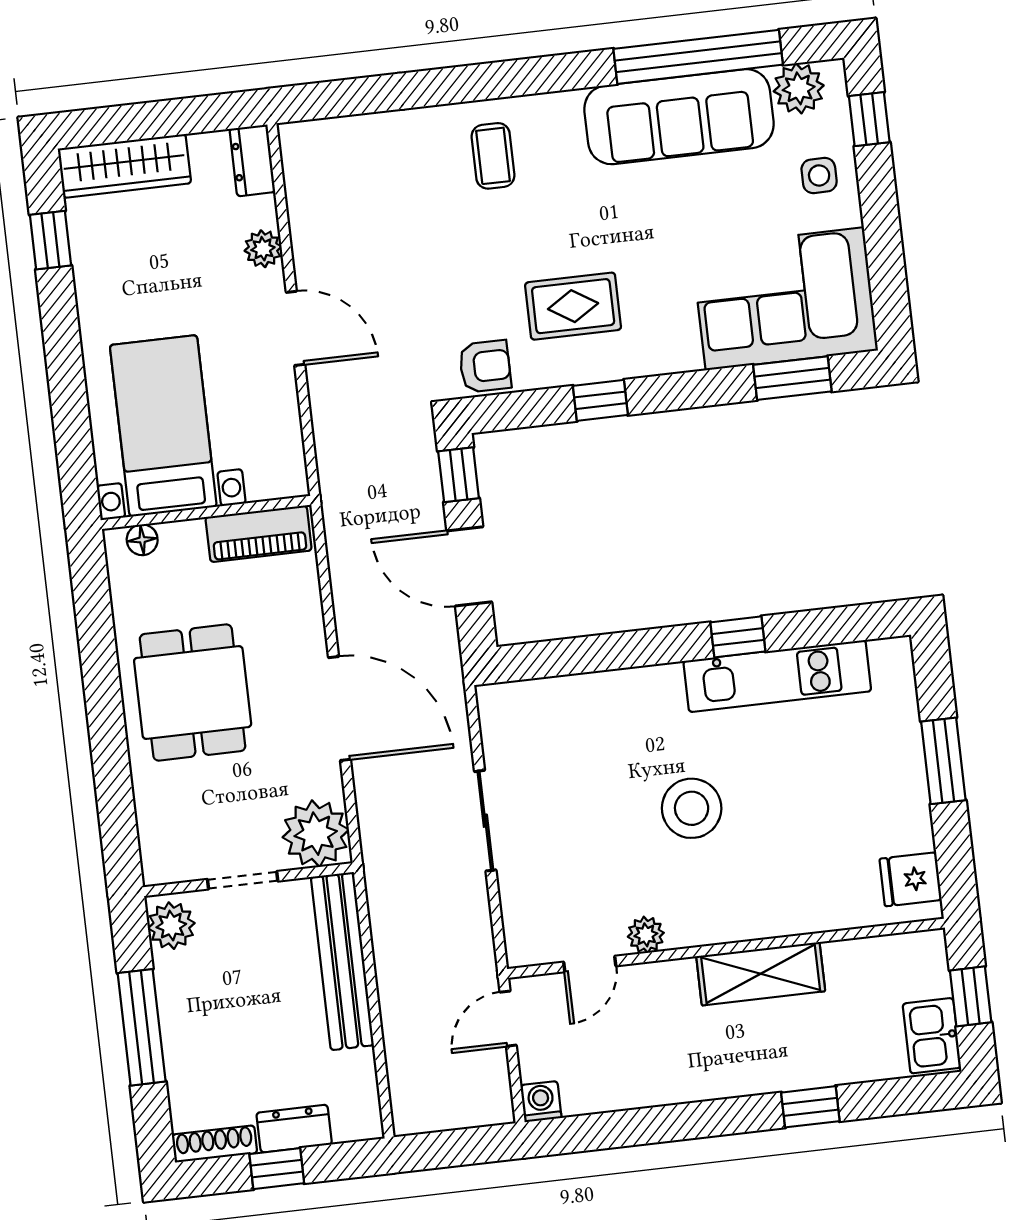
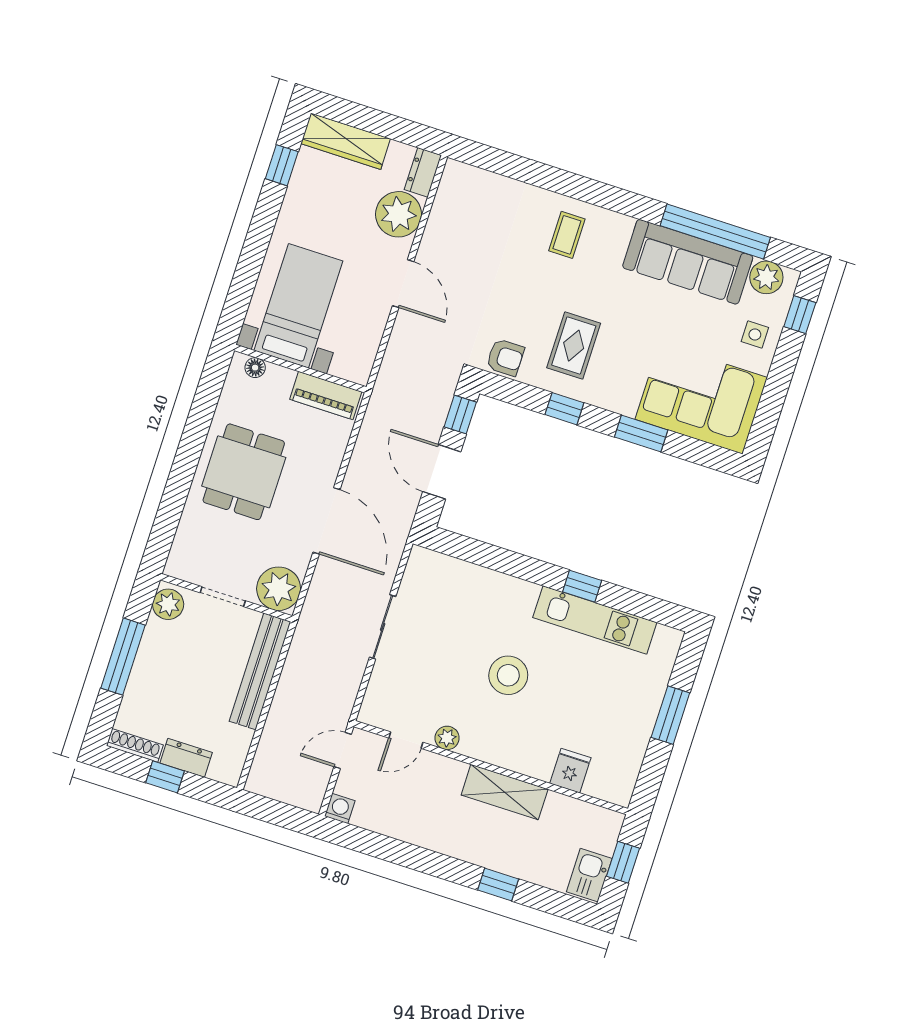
plant: (263, 249) -> (399, 214), width x1.87, depth x1.87
rug: (573, 306) -> (574, 346), turned 90
window: (792, 378) -> (641, 433), moved
fridge: (911, 879) -> (570, 771), moved, turned 90

